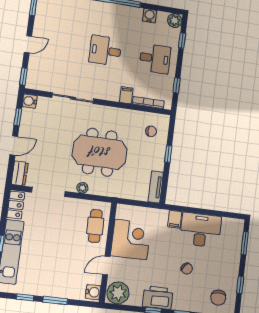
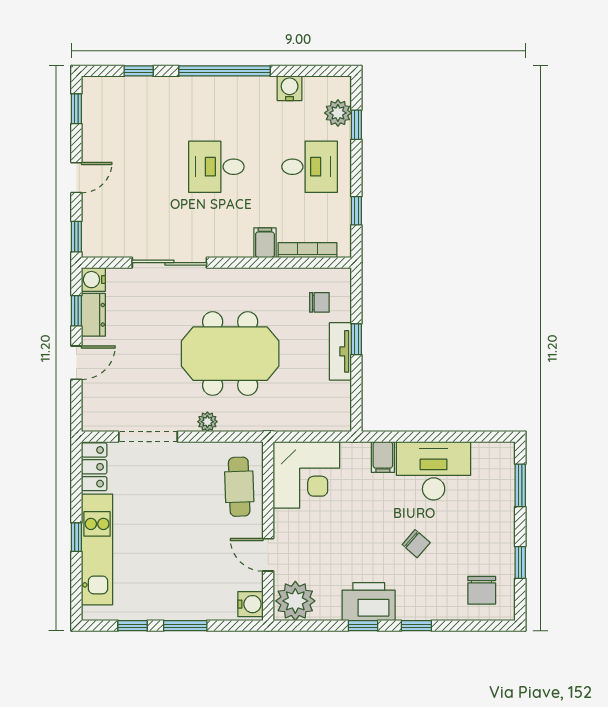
plant: (175, 21) -> (338, 113), moved
dresser: (20, 173) -> (93, 315), moved
tv unit: (156, 187) -> (340, 351), moved
corner desk: (131, 240) -> (306, 475), moved, turned 90
door: (106, 266) -> (268, 555), hinge flipped

